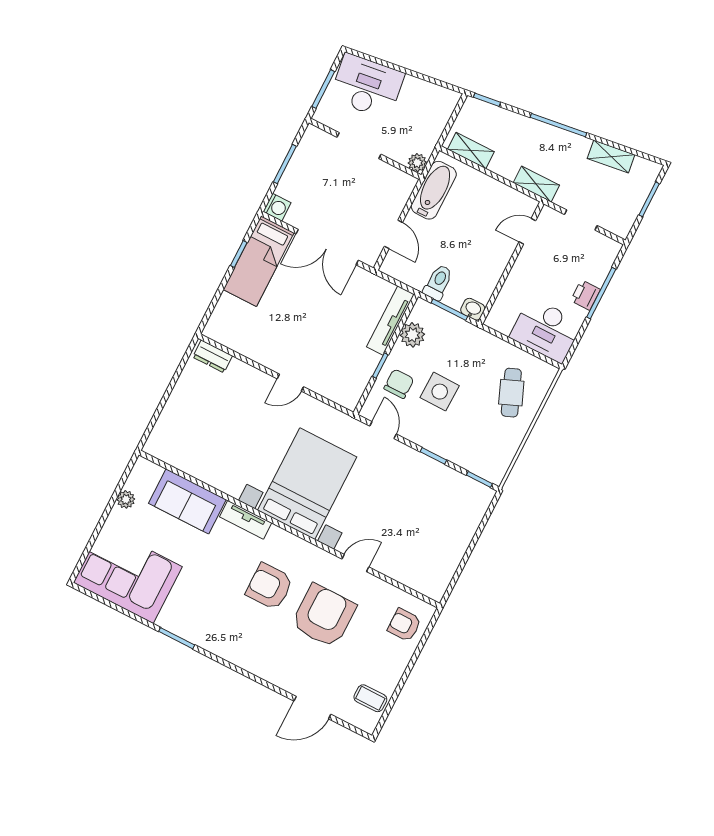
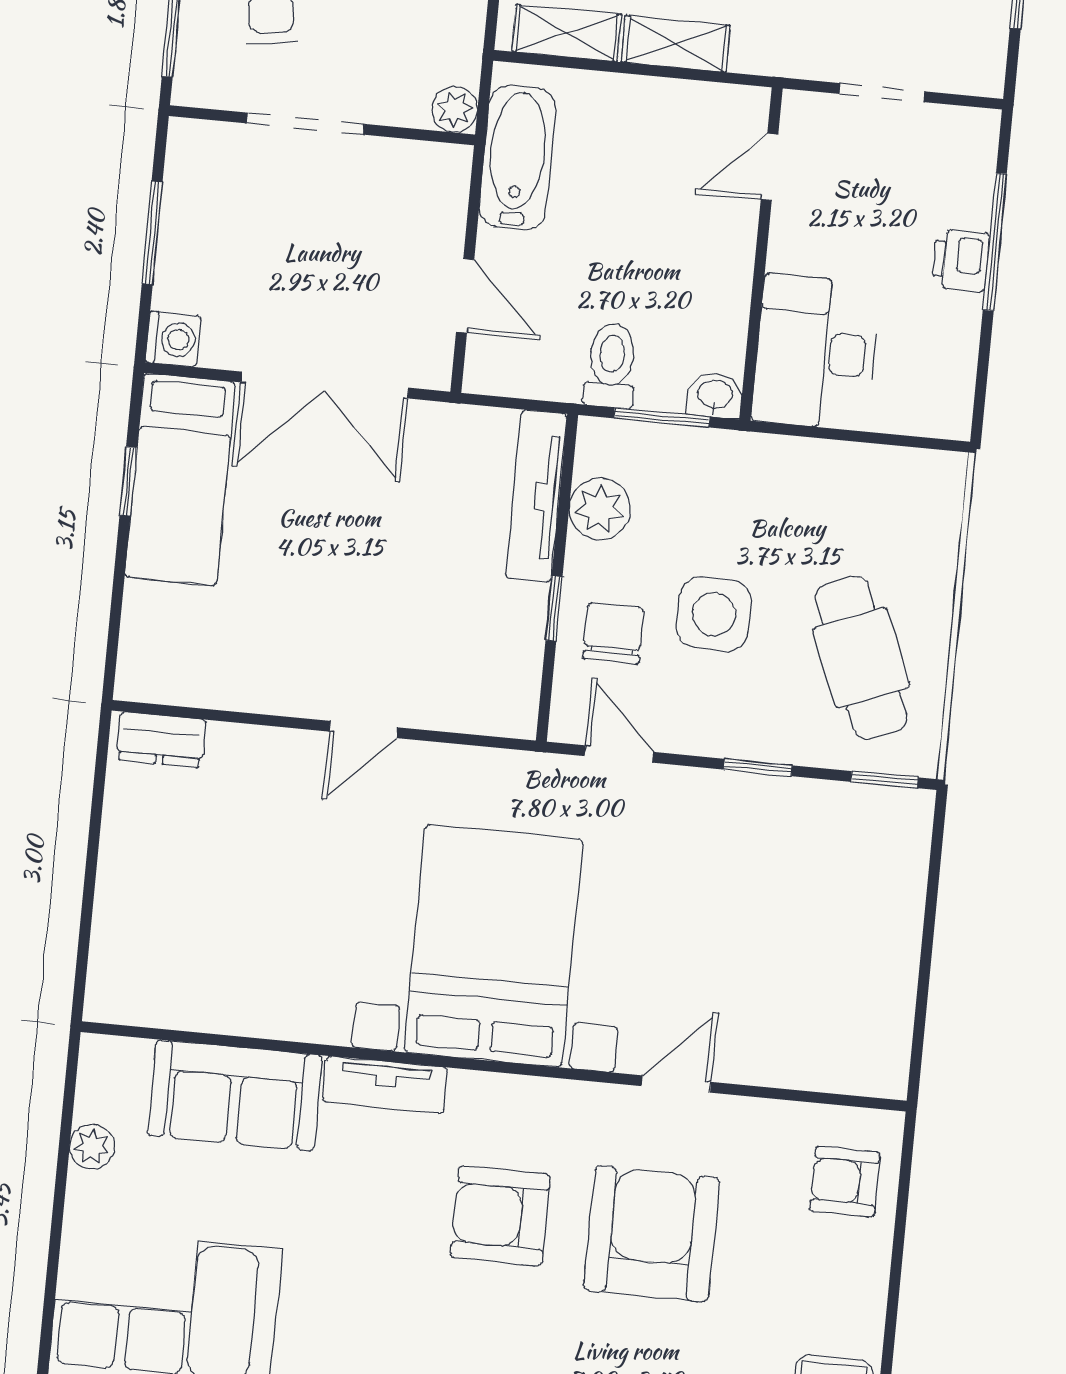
shelving: (536, 184) -> (676, 44), moved
desk: (546, 330) -> (816, 352), moved, turned 90
cafe table: (511, 393) -> (861, 658), moved, width x1.37, depth x1.35

